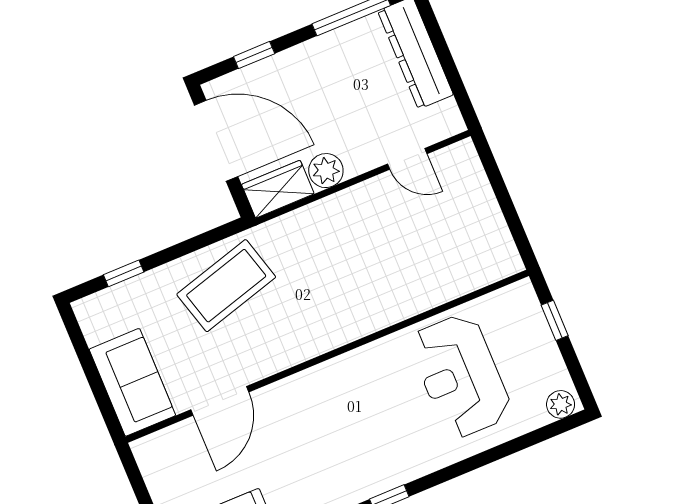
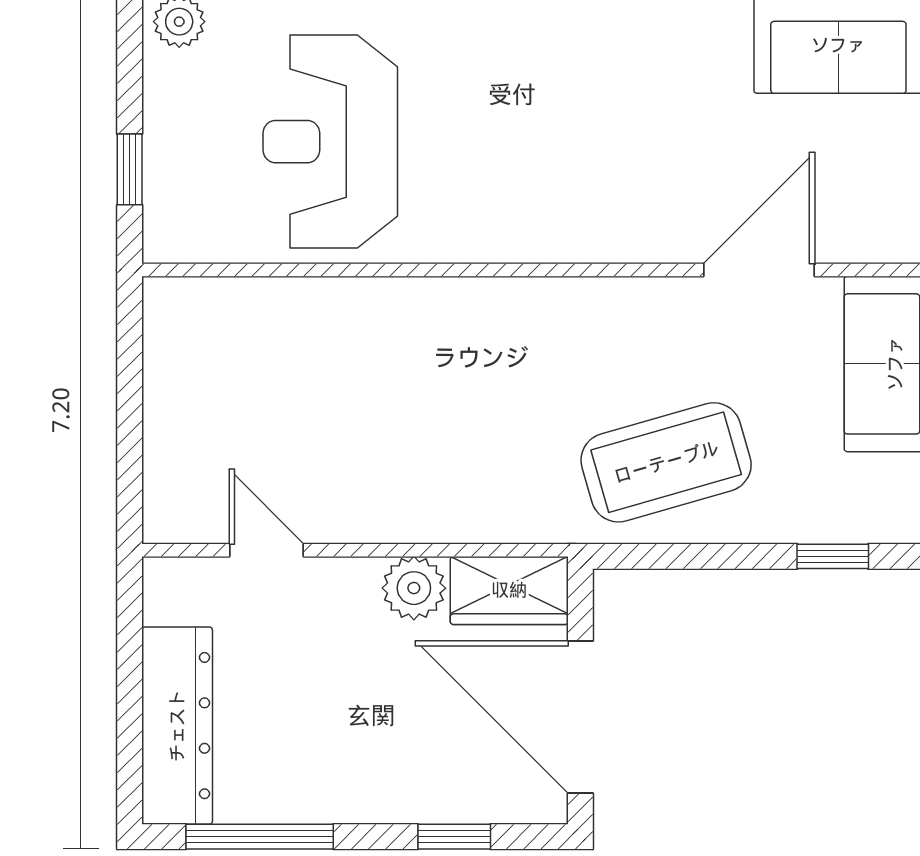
reception desk: (460, 376) -> (330, 142), turned 180

